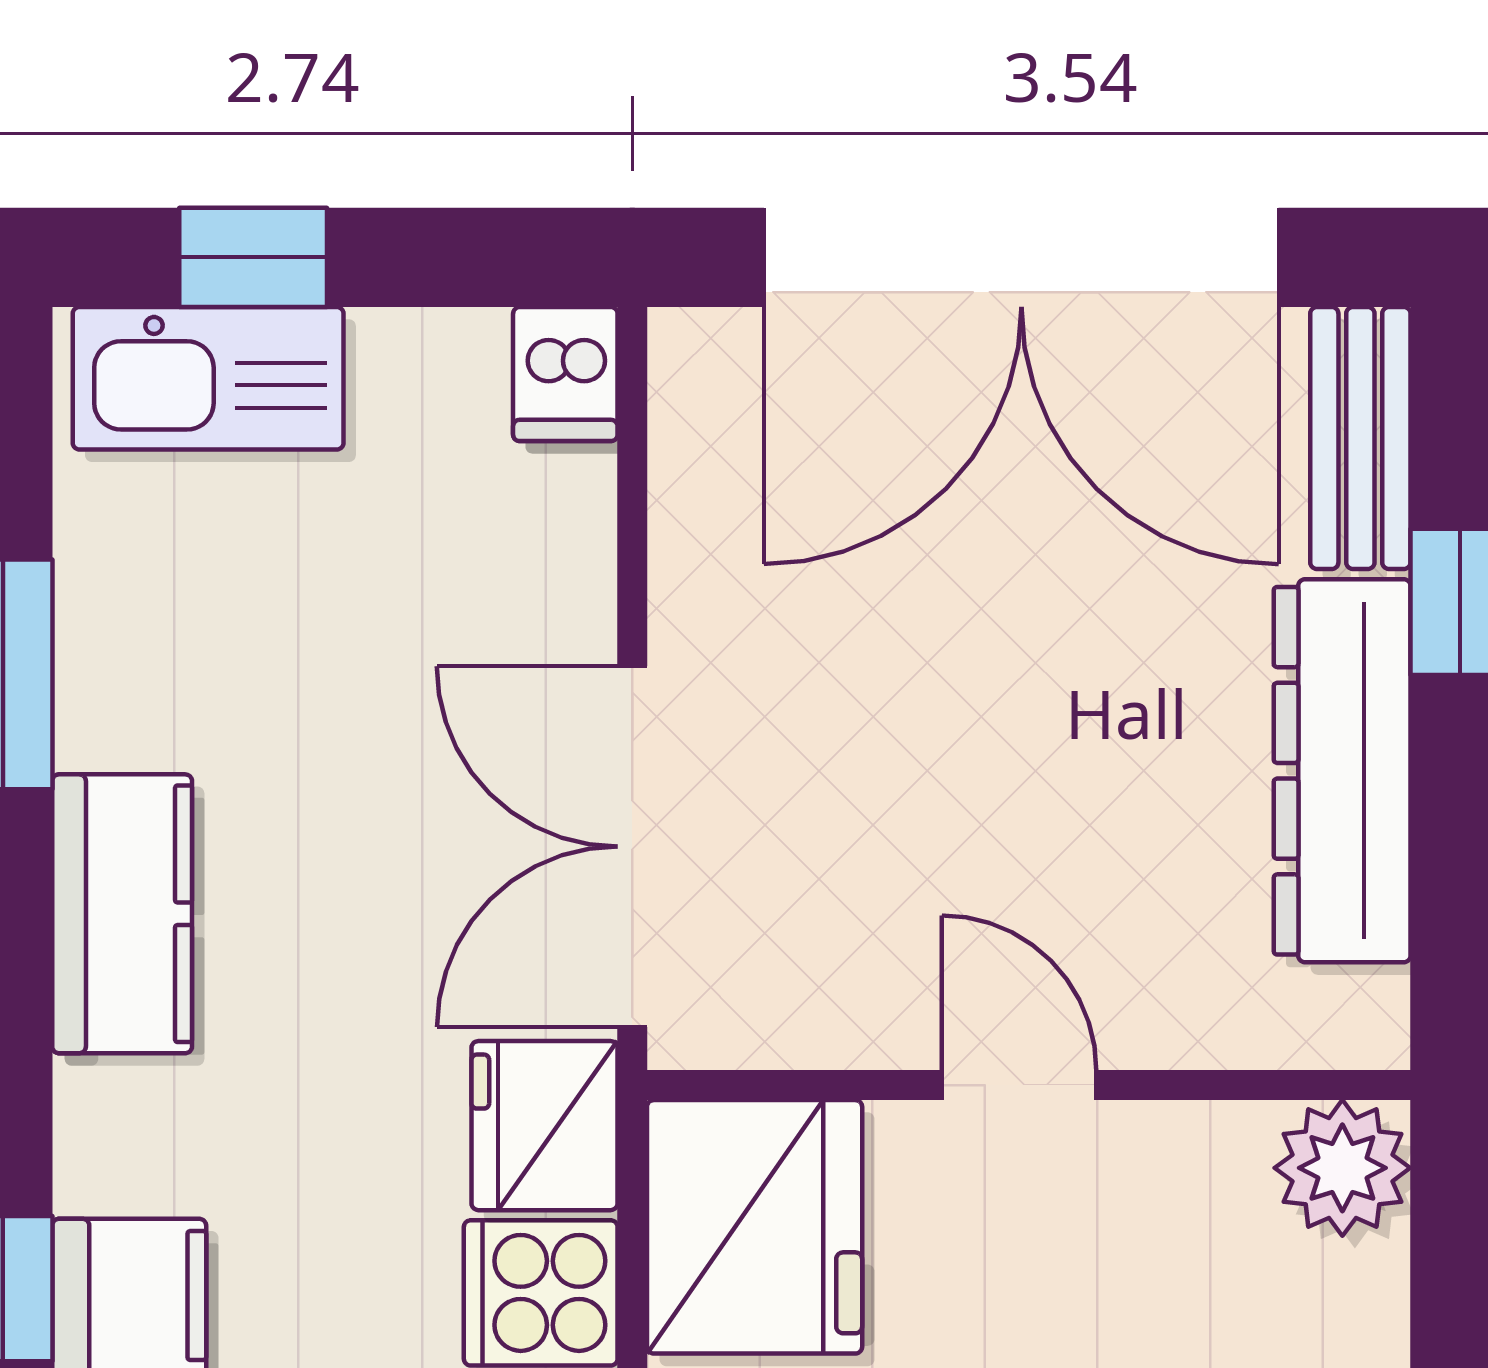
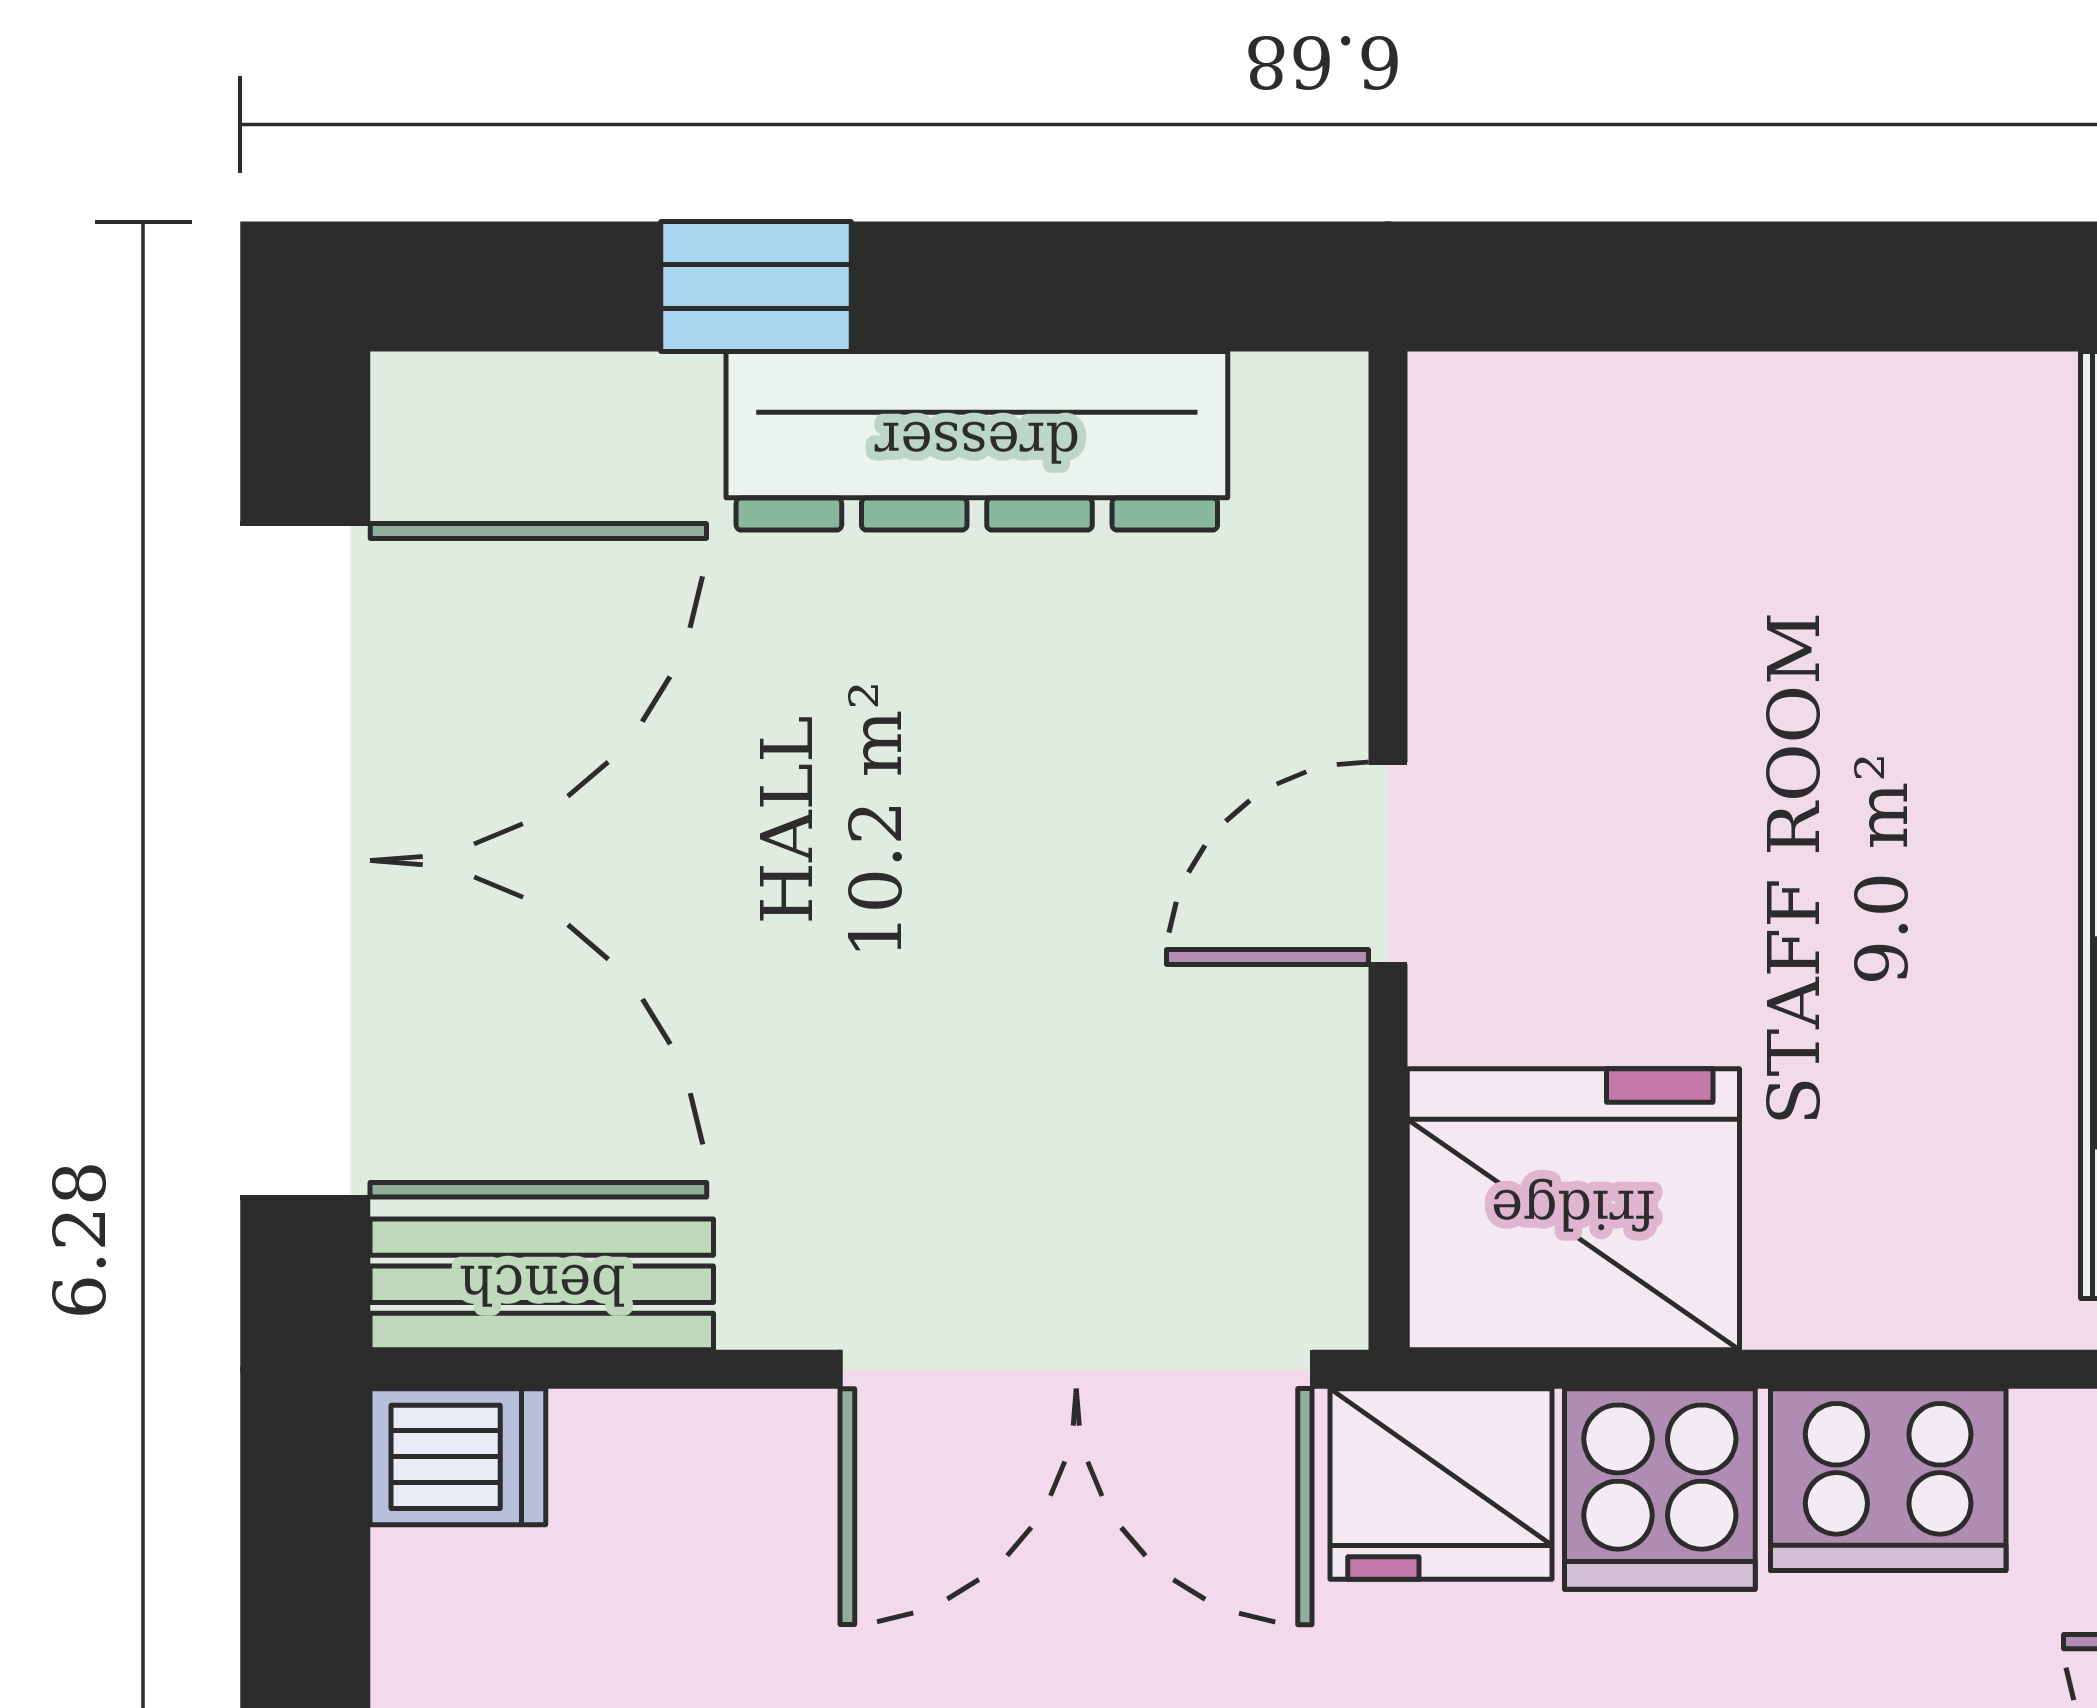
bench: (1360, 438) -> (542, 1284), moved
plant: (1342, 1168) -> (1496, 440), removed

